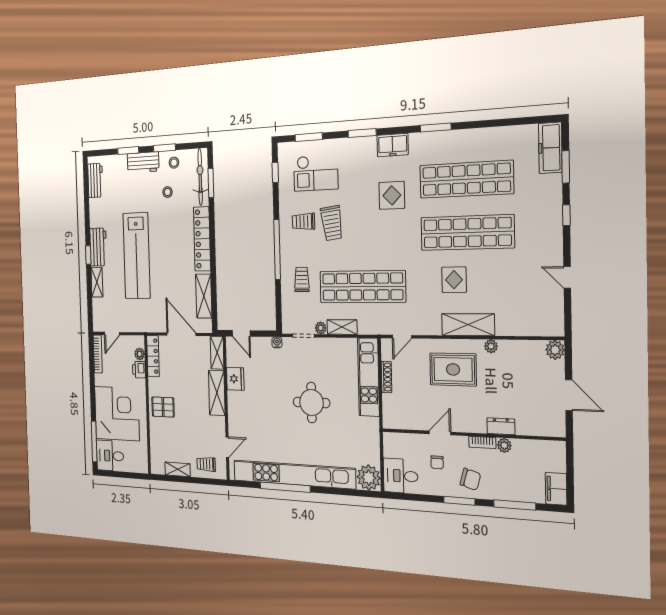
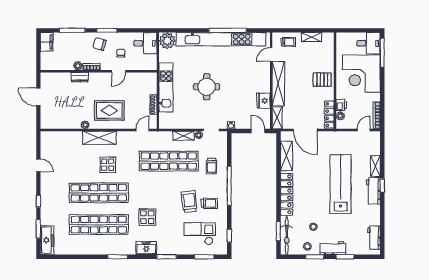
plant: (555, 350) -> (46, 123), removed
kitchen unit: (368, 377) -> (166, 87), moved
shelving: (217, 393) -> (278, 84), width x1.47

